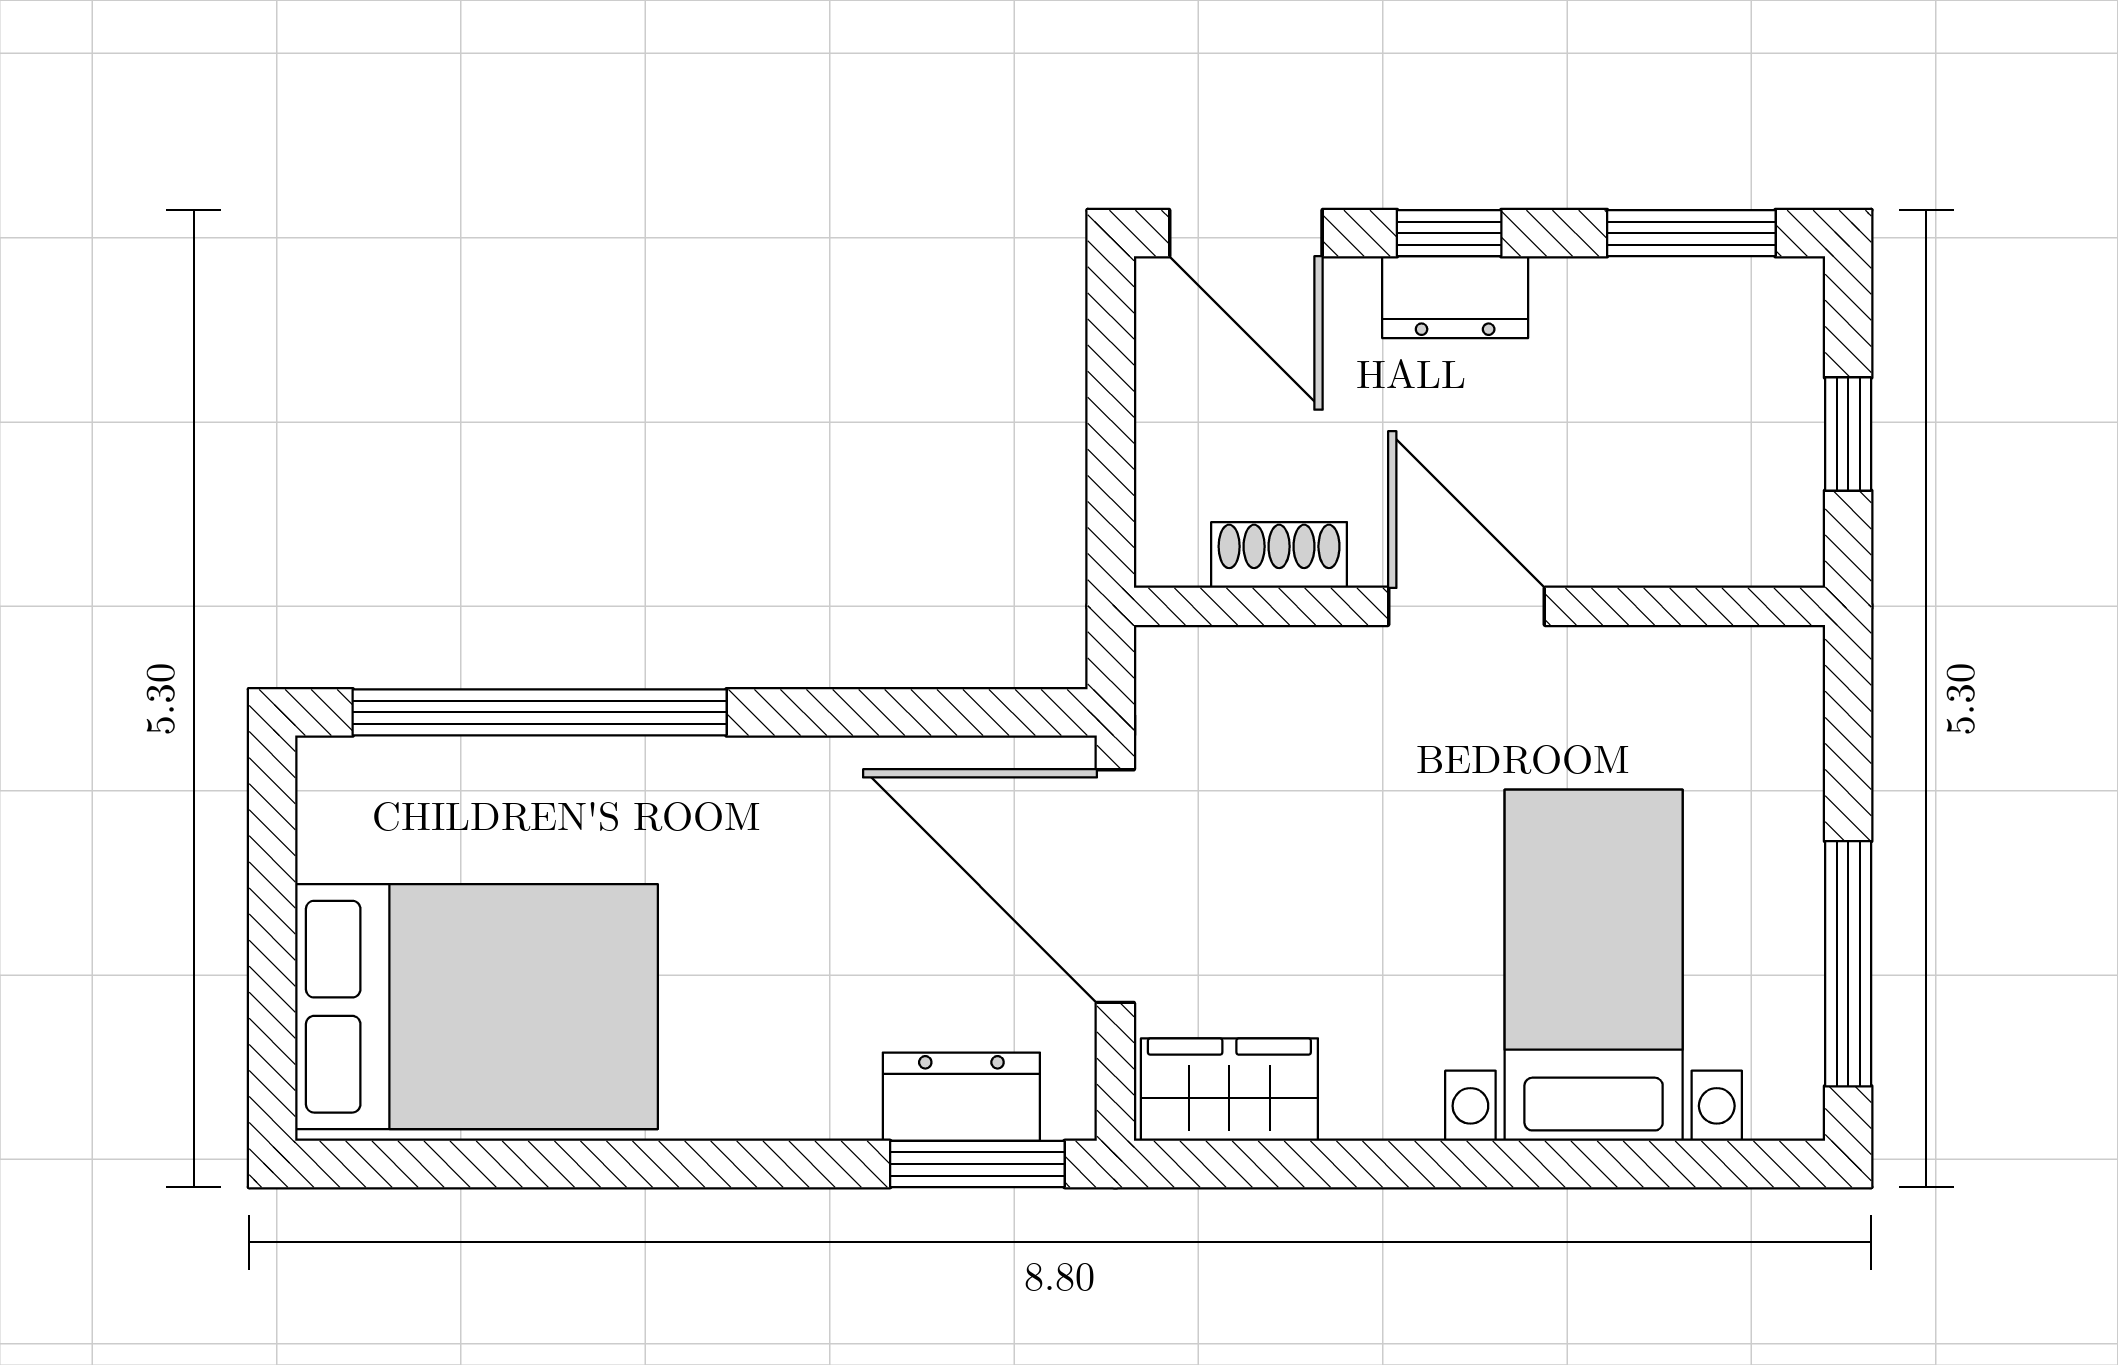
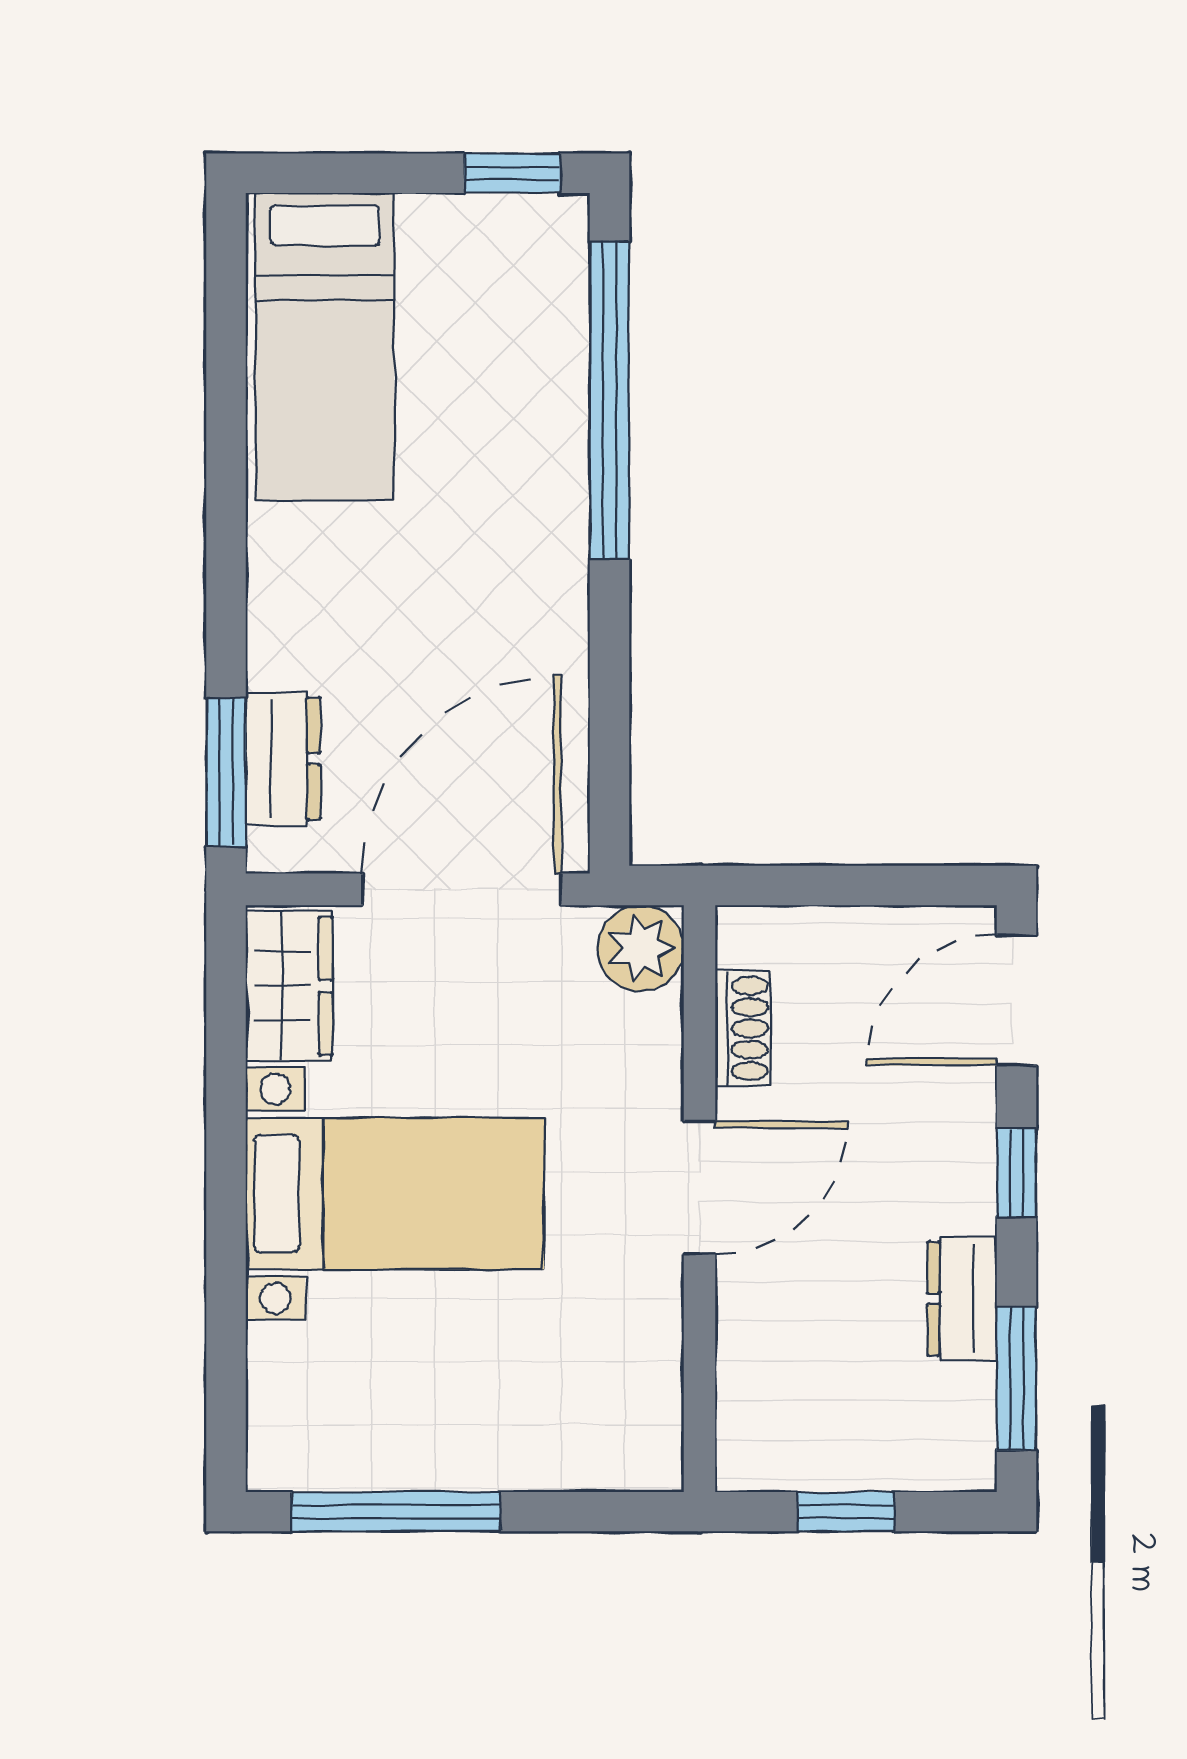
dresser: (1455, 297) -> (962, 1299), moved
plant: (1185, 676) -> (641, 948), added
window: (272, 827) -> (512, 173), added
bed with nightstands: (1594, 965) -> (395, 1194), moved
bed: (476, 1007) -> (325, 347), width x0.67

